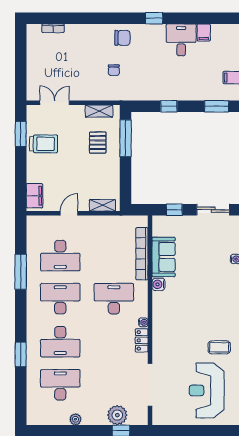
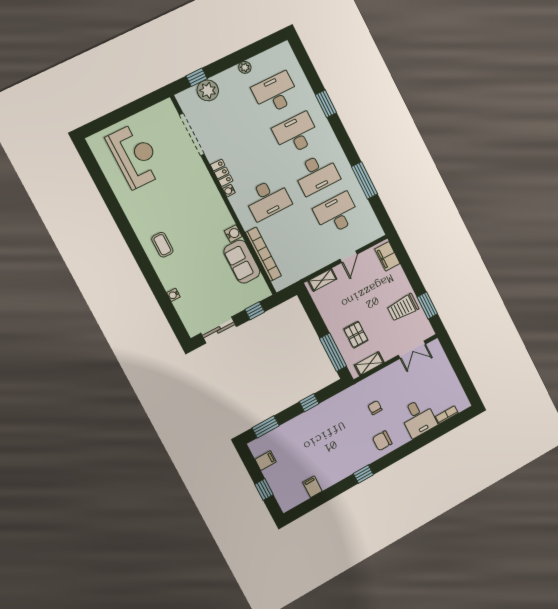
desk: (181, 40) -> (418, 418), moved
coffee table: (219, 347) -> (162, 245), moved, turned 90
desk: (60, 385) -> (276, 93), turned 180

